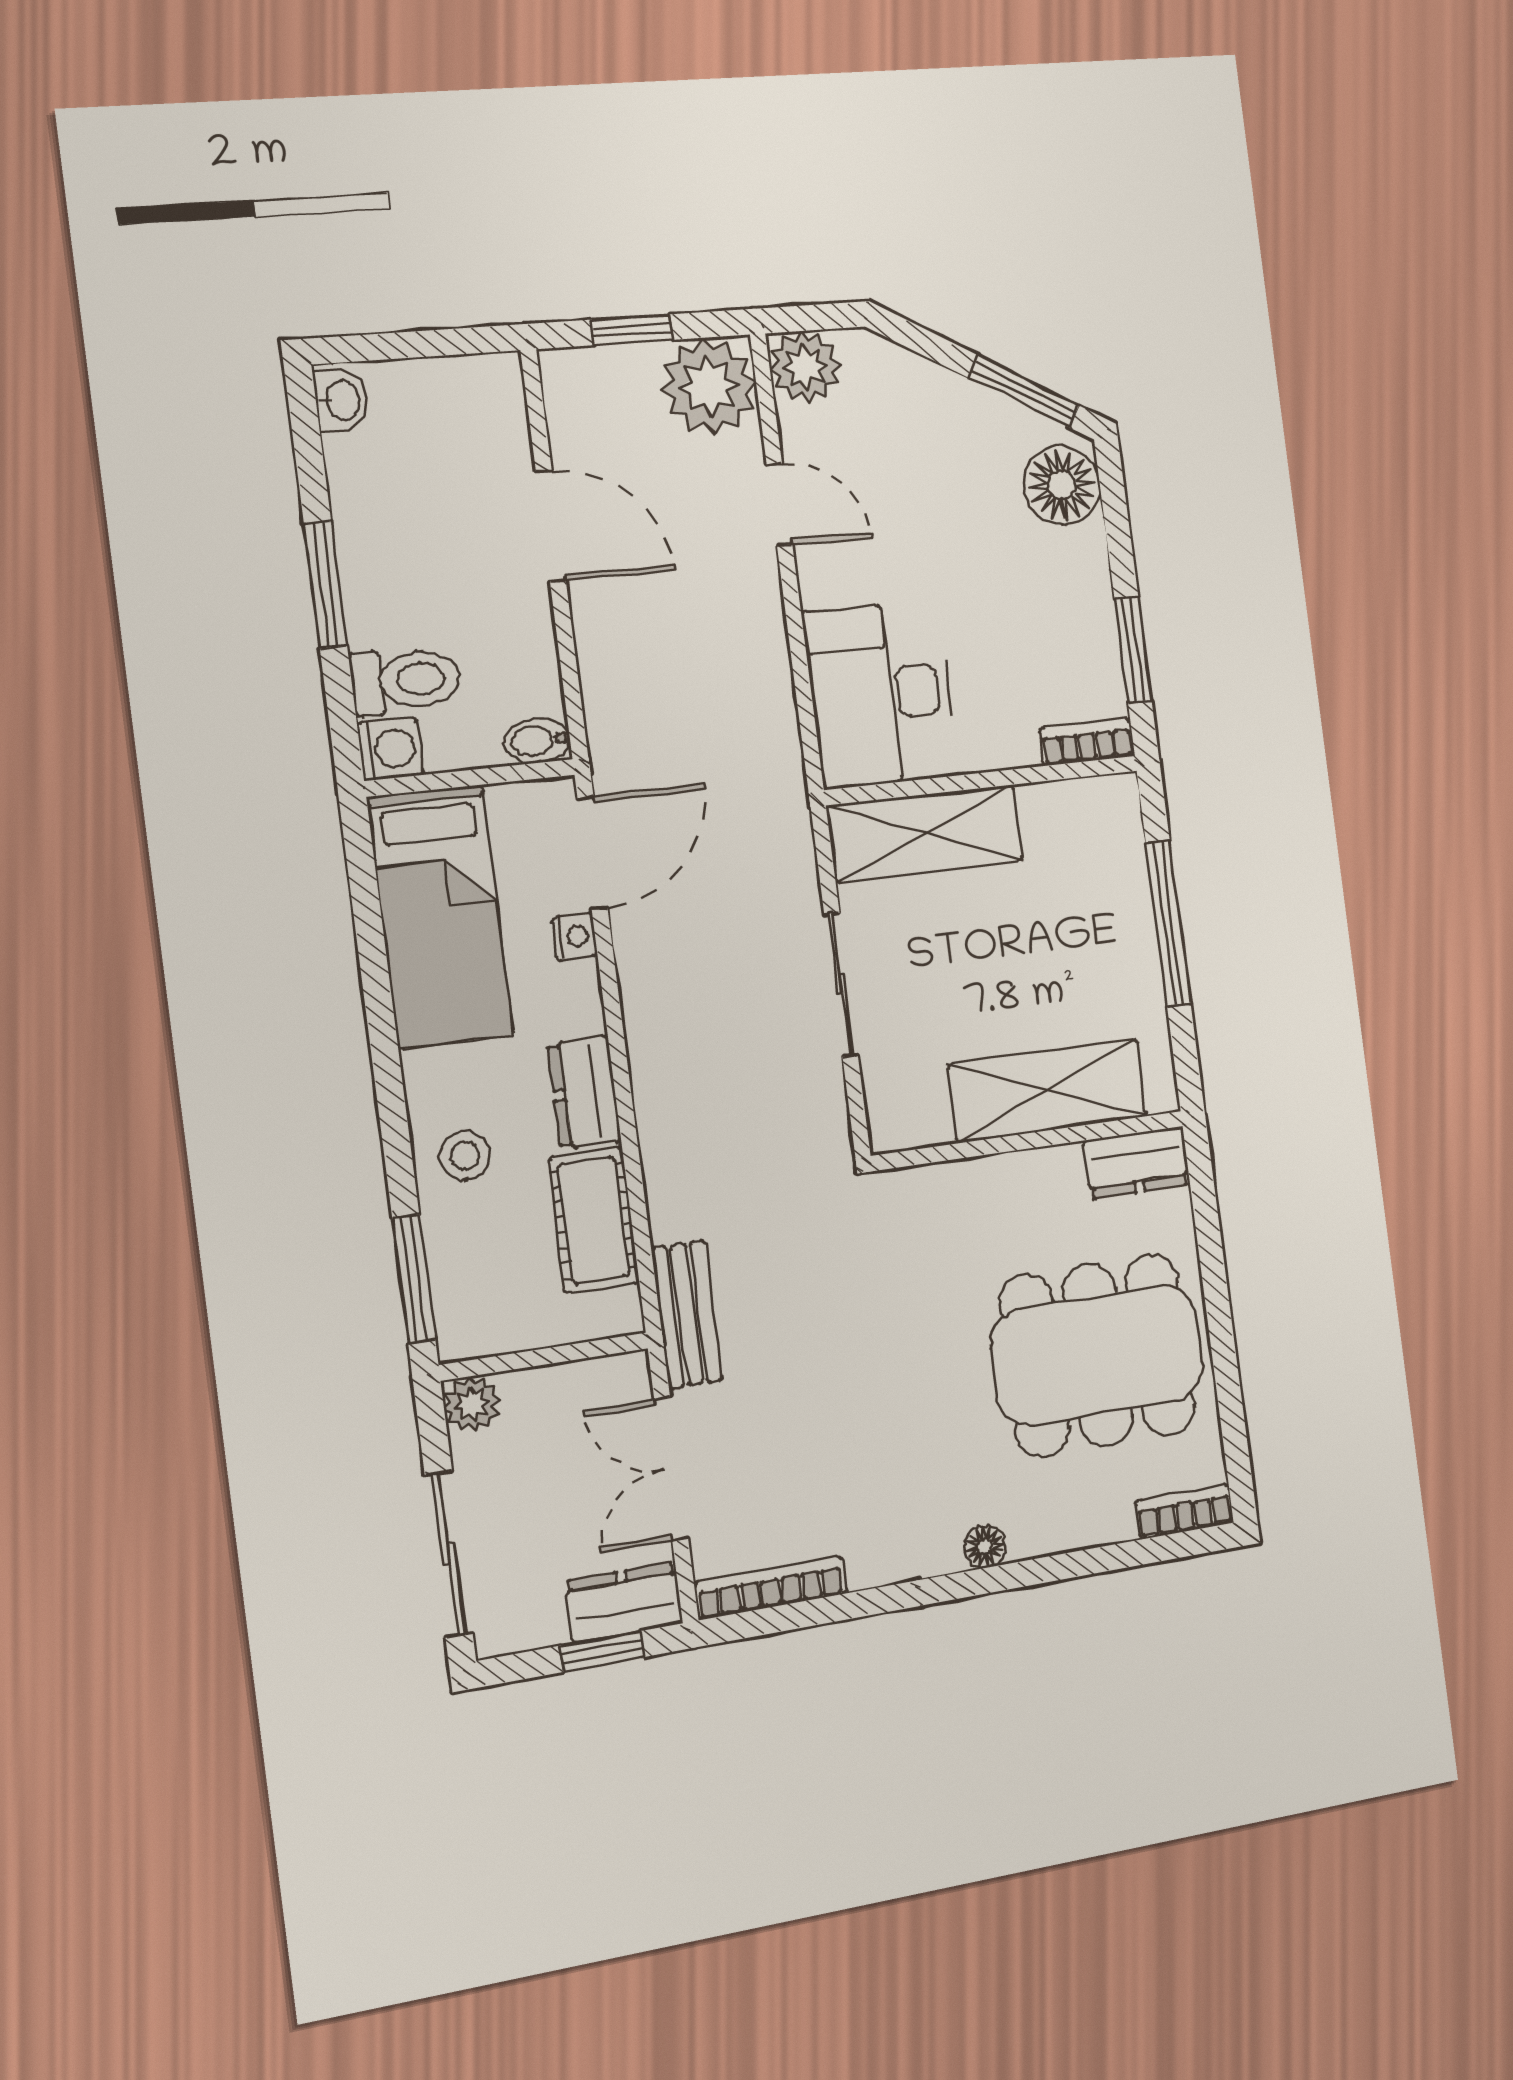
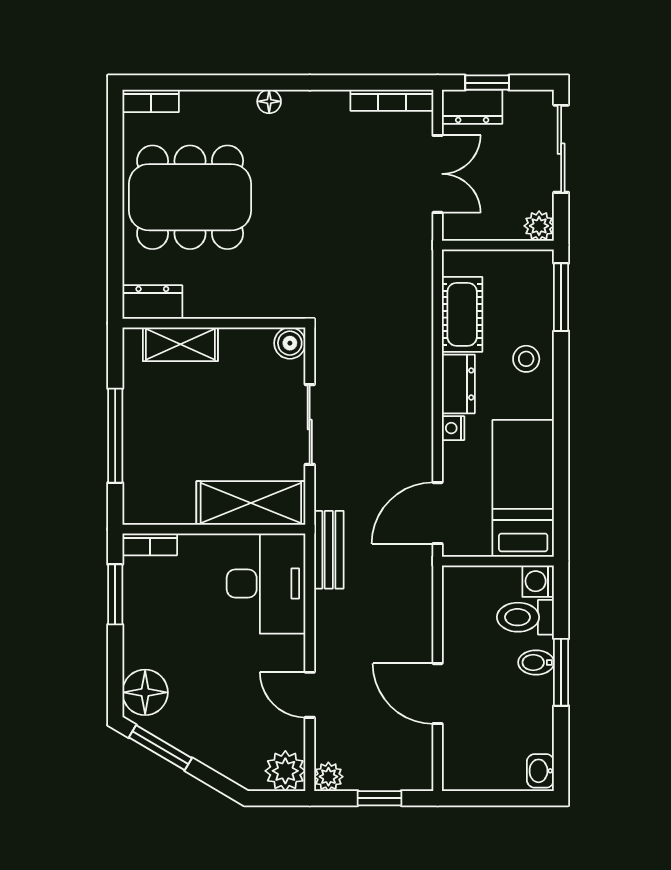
plant: (708, 386) -> (328, 777), width x0.53, depth x0.53
bidet: (537, 740) -> (536, 662), moved, turned 180
nightstand: (574, 936) -> (453, 428), moved
shelving: (1048, 1090) -> (180, 344), width x0.67, depth x0.75
boiler: (894, 1124) -> (290, 343), added
bench: (687, 1314) -> (329, 550), moved

